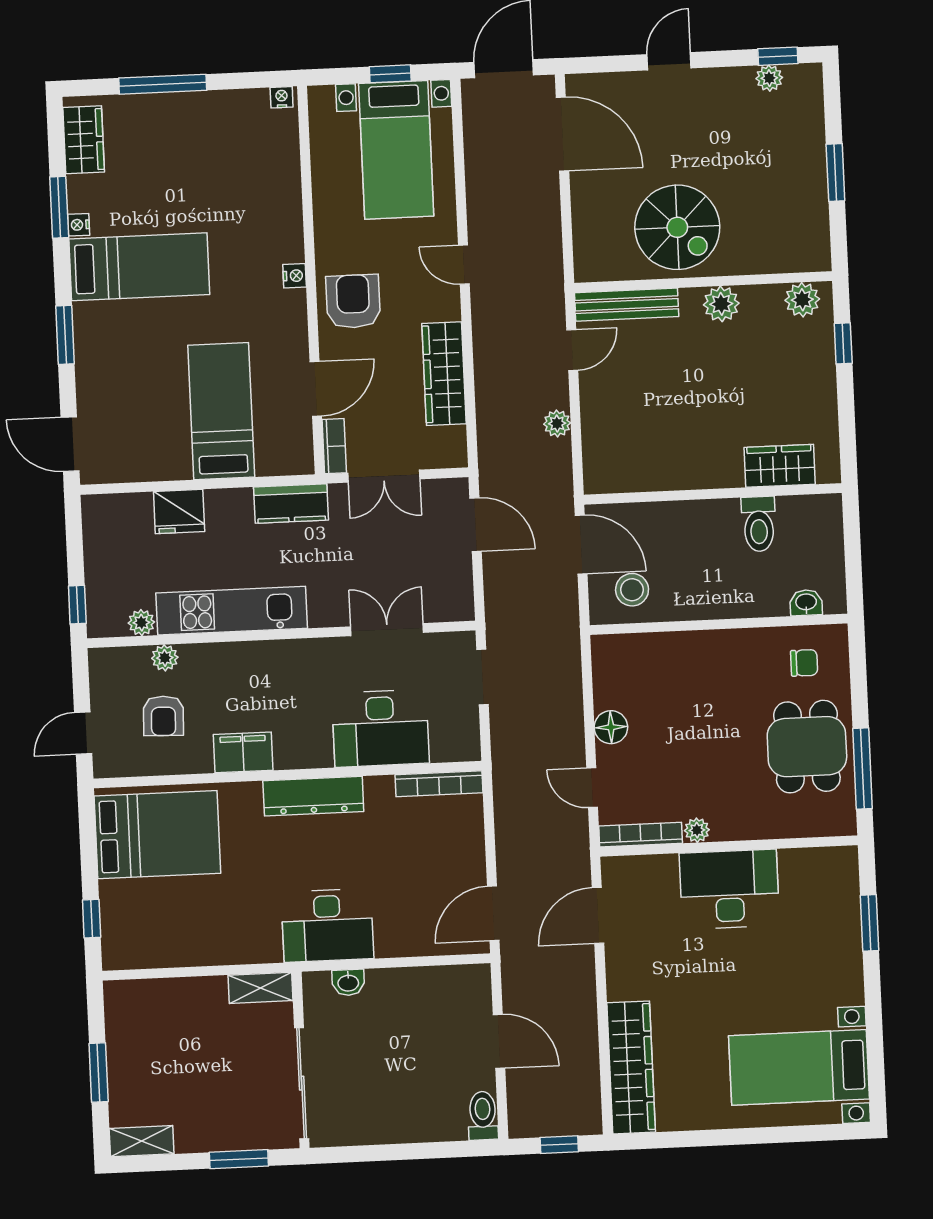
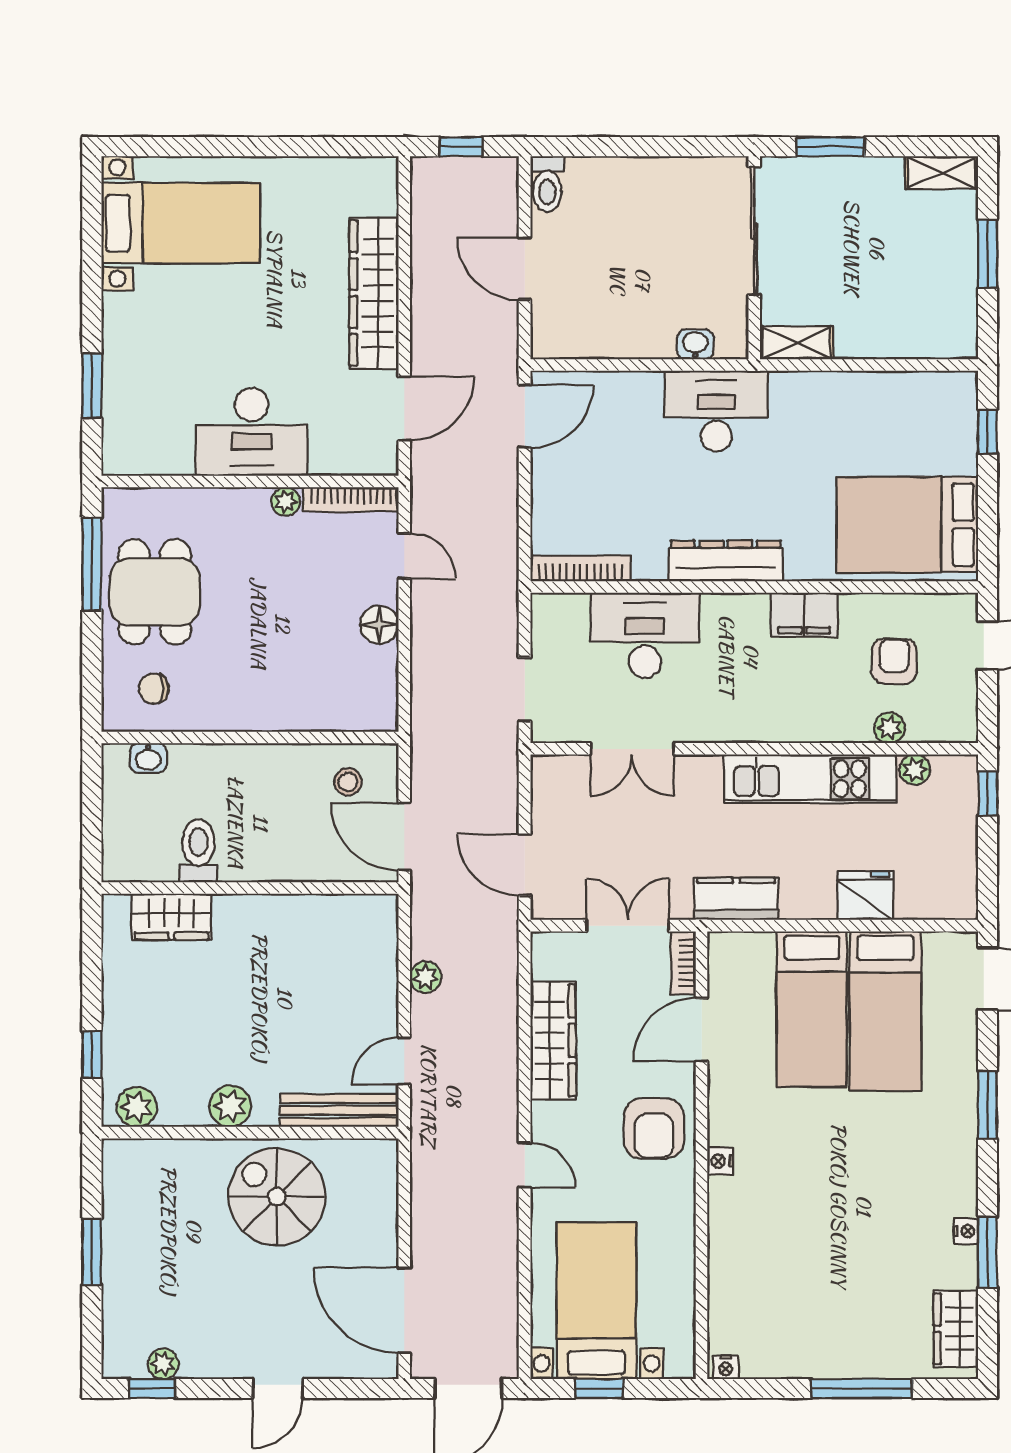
bed: (139, 267) -> (886, 1011), moved, turned -90
stool: (632, 590) -> (348, 782), width x0.73, depth x0.73
wardrobe: (631, 1067) -> (374, 293), moved

